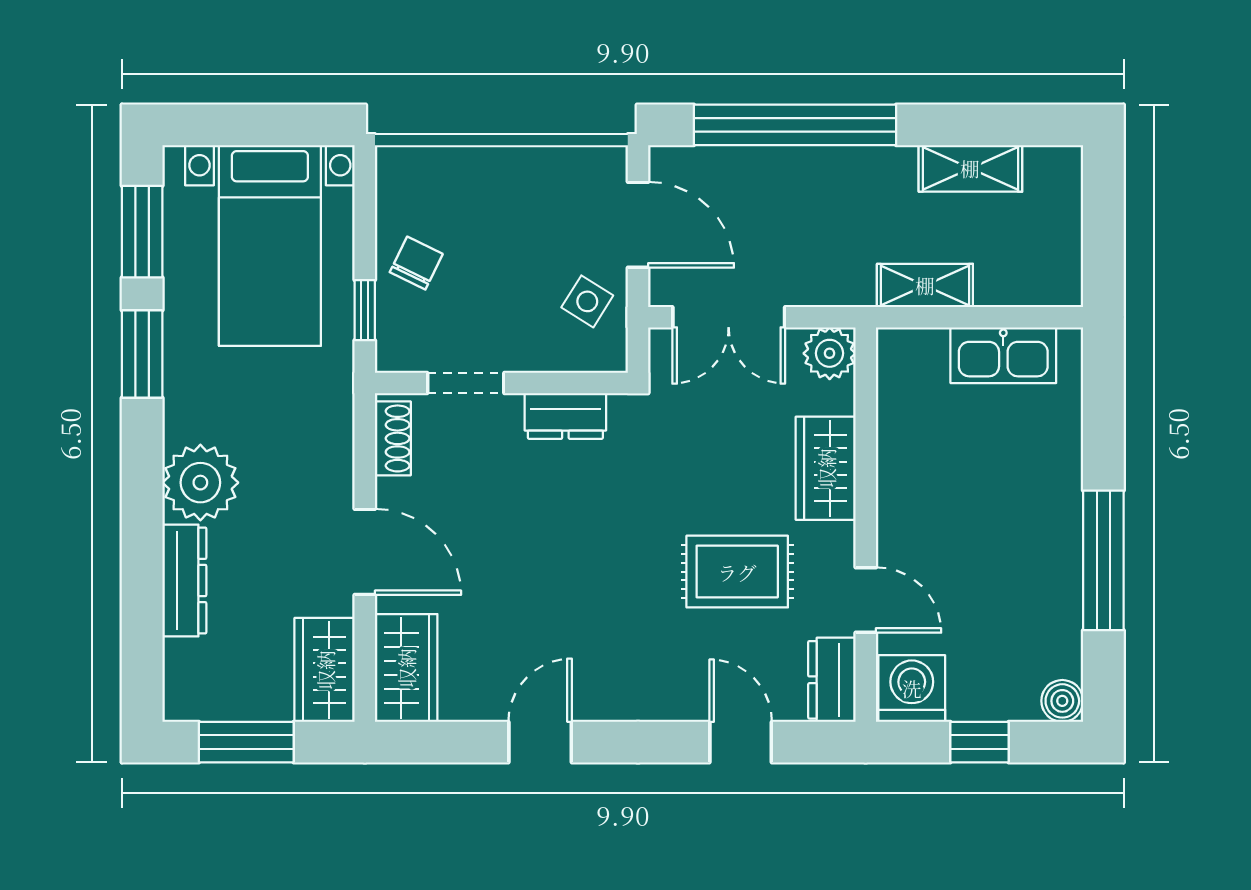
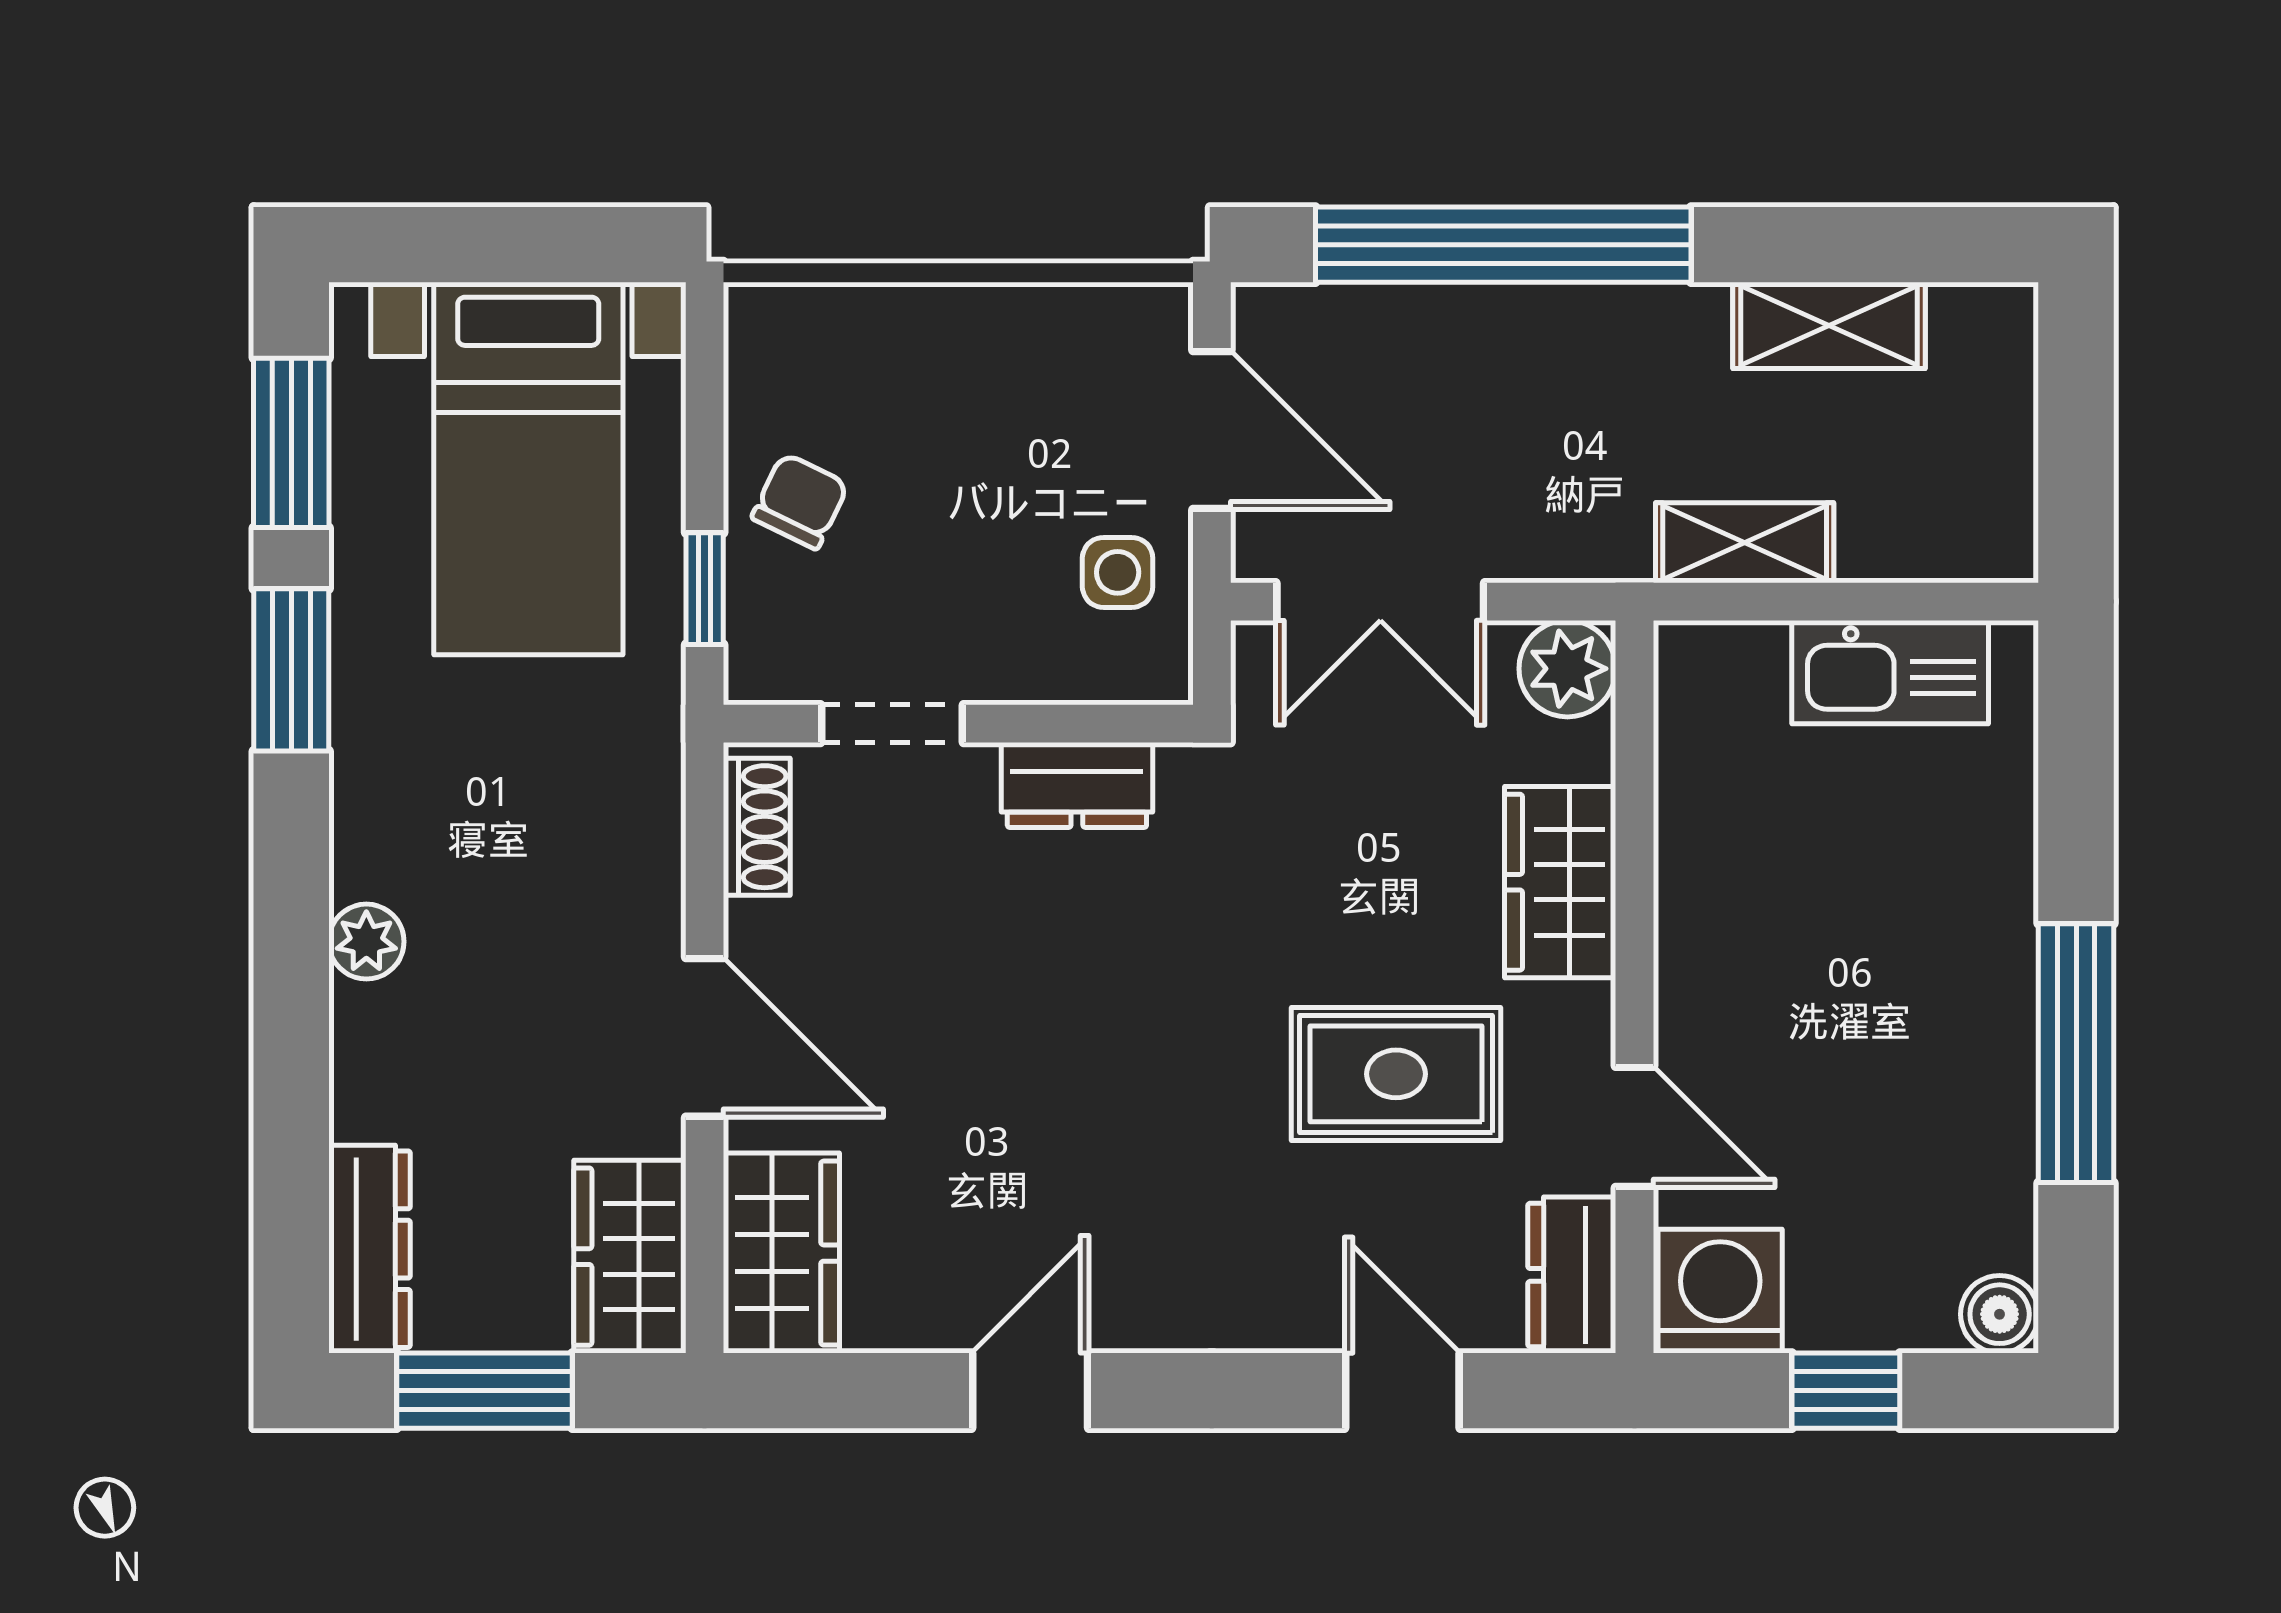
side table: (587, 301) -> (1118, 572), turned -32
plant: (200, 483) -> (366, 942), width x0.53, depth x0.53
dresser: (184, 580) -> (369, 1249), moved

